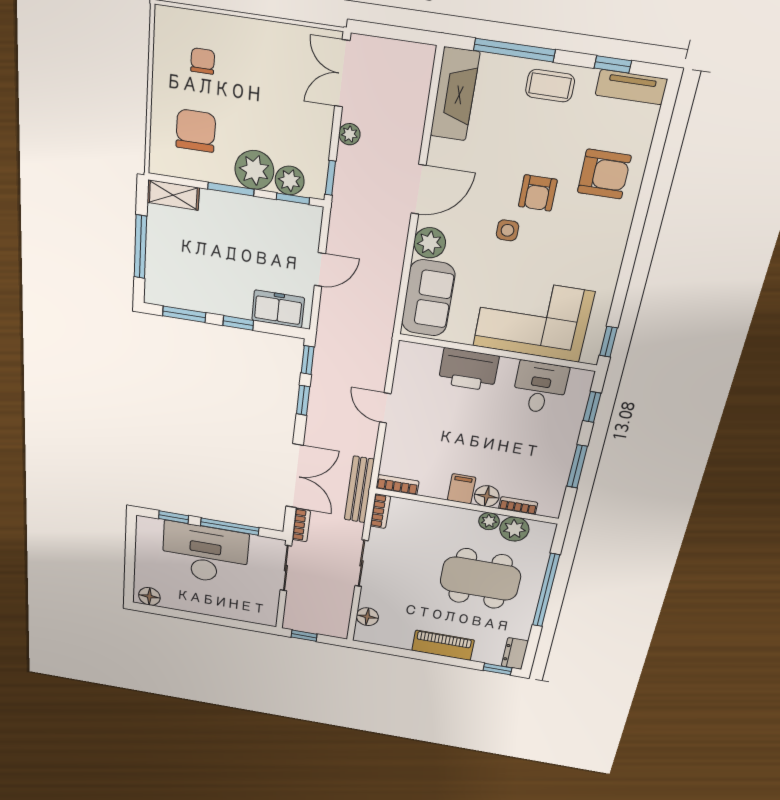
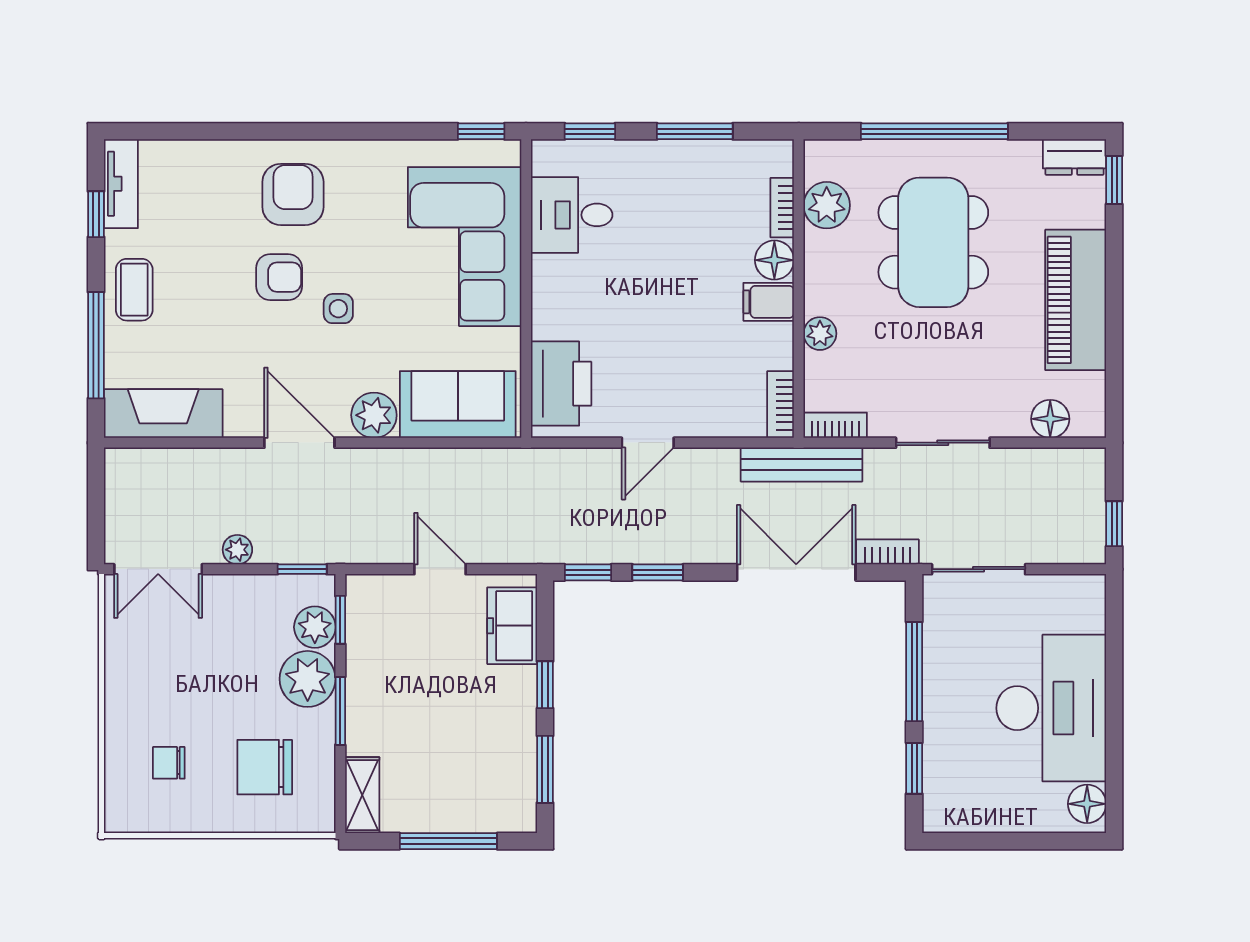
armchair: (604, 174) -> (293, 194), moved
printer: (469, 370) -> (561, 384), moved
plant: (489, 521) -> (820, 334), moved
desk: (205, 554) -> (1051, 708), moved, turned 180
piano: (443, 645) -> (1076, 300), width x1.37, depth x1.33

